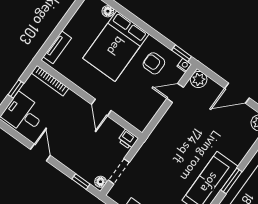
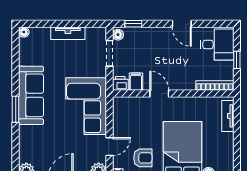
filing cabinet: (114, 132) -> (136, 82), added
corner sofa: (170, 141) -> (86, 106), added

